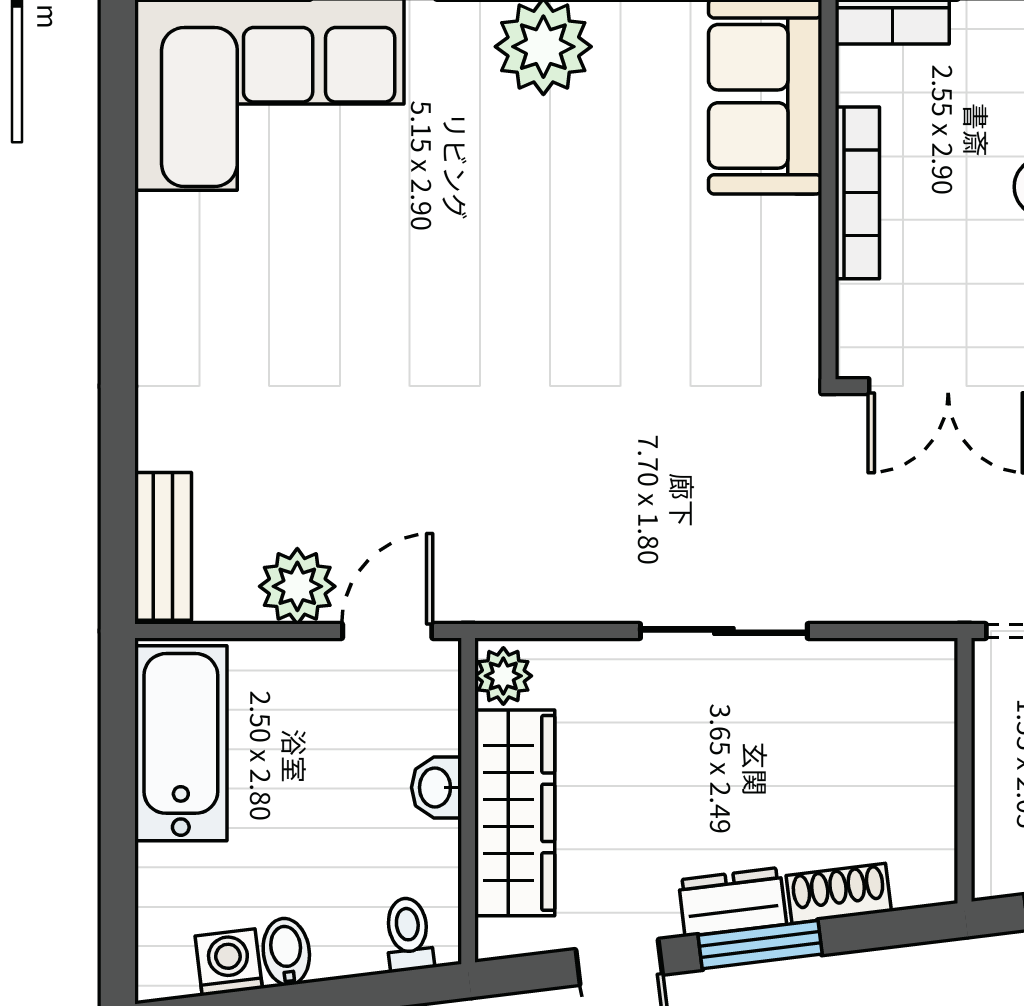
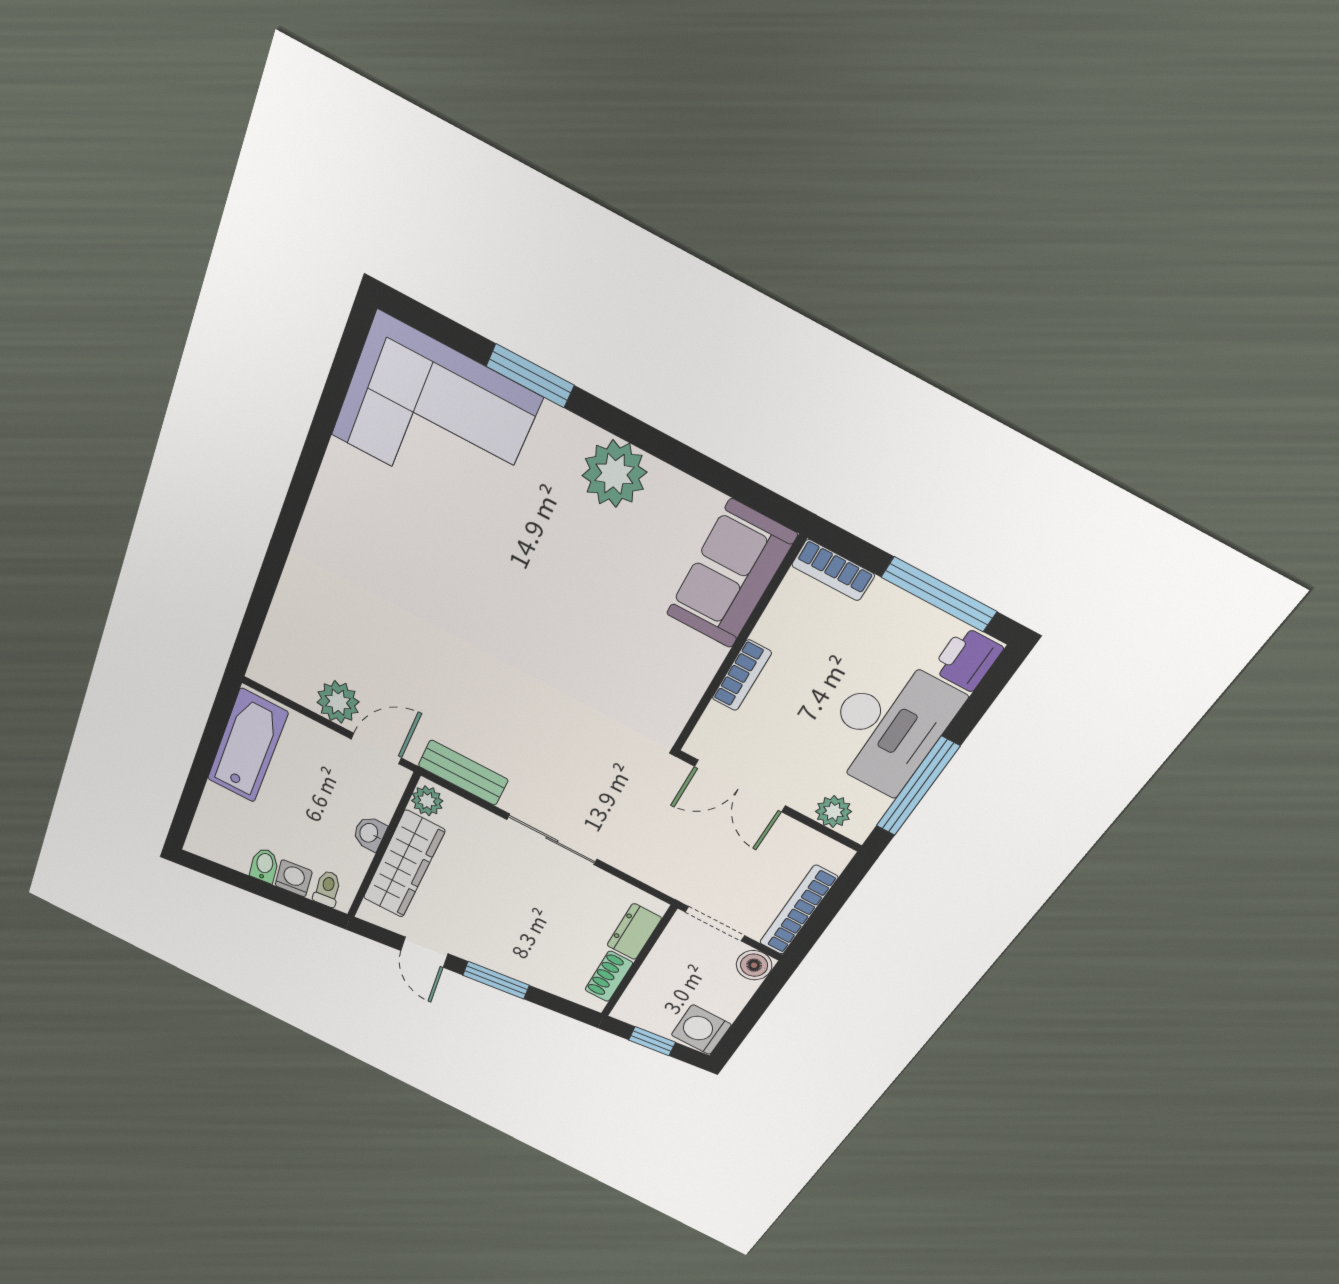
bookcase: (857, 193) -> (742, 675), width x0.64
bench: (163, 546) -> (463, 773), moved, turned 90
shoe rack: (839, 893) -> (609, 976), moved, turned -83
dresser: (732, 902) -> (634, 932), moved, turned -83
washing machine: (229, 962) -> (294, 878), moved

